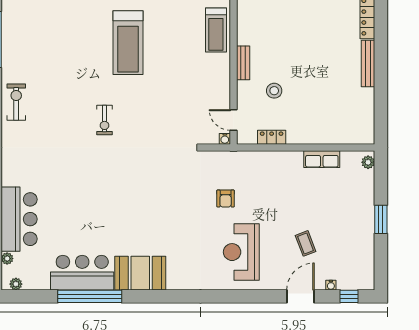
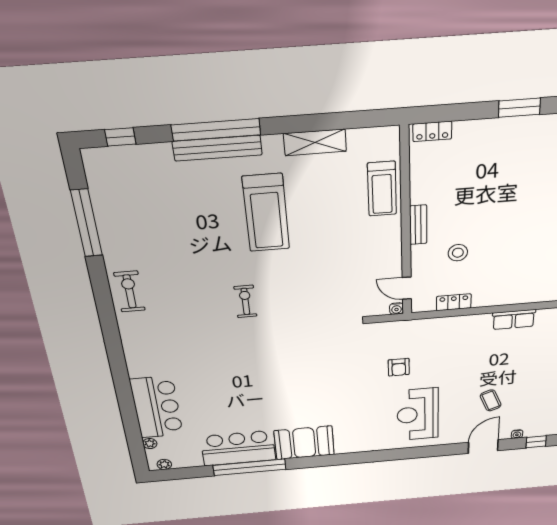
exercise bike: (105, 120) -> (245, 301), turned 180

